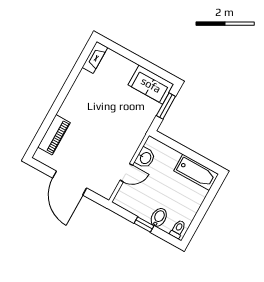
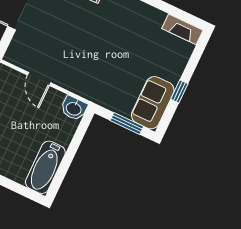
window: (144, 63) -> (179, 91), added
washbasin: (145, 158) -> (74, 108), moved

